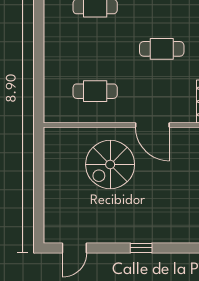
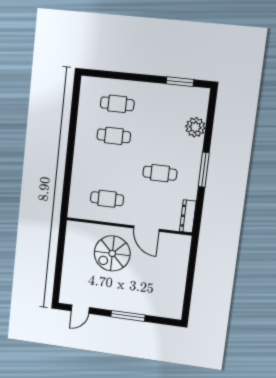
window: (141, 248) -> (128, 316), width x2.17

